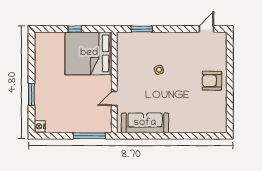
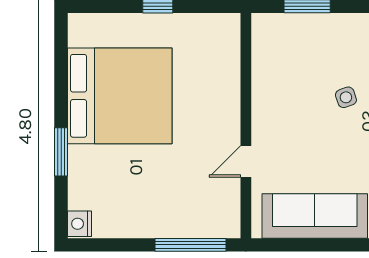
bed: (89, 53) -> (120, 96), moved, turned 180

